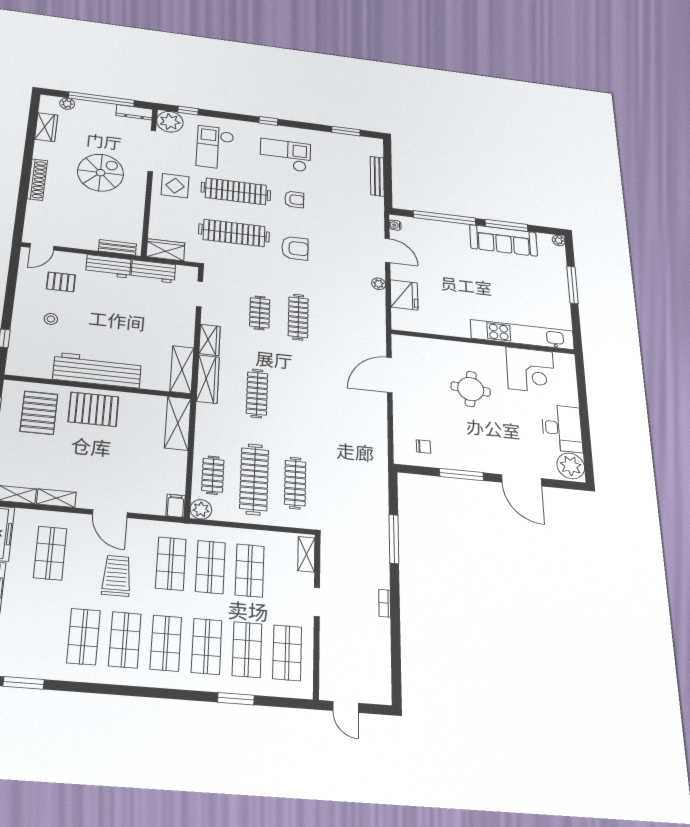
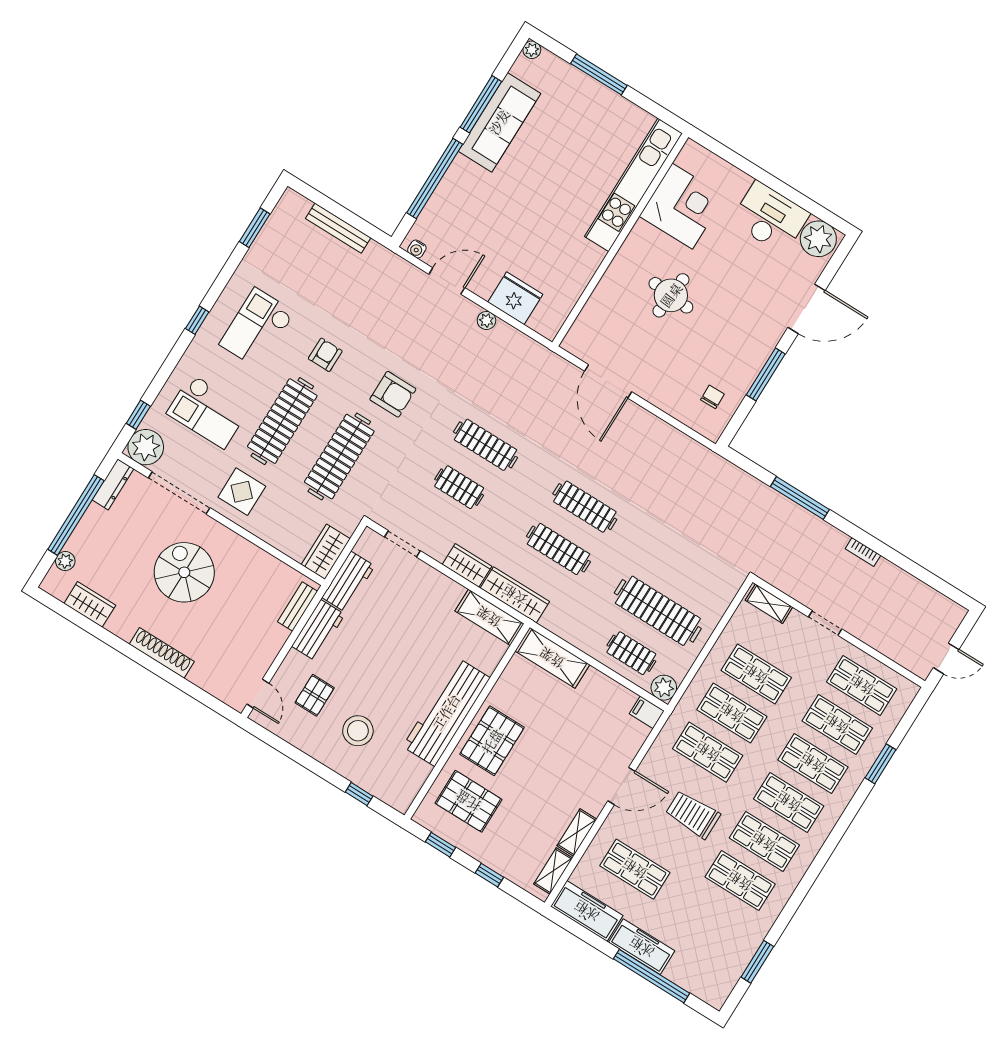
armchair: (295, 248) -> (393, 394), turned 90
stool: (51, 319) -> (358, 731), width x1.89, depth x1.89
clothes rail: (295, 483) -> (585, 507), moved

